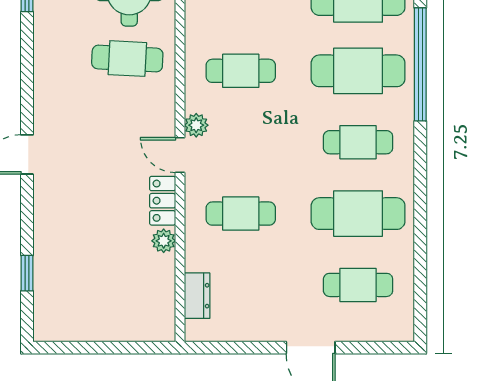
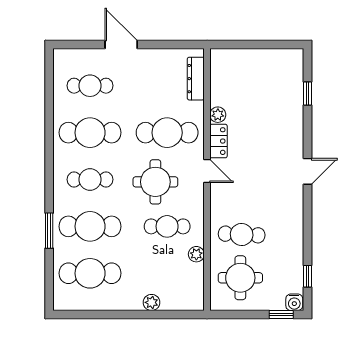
window: (420, 64) -> (49, 231), width x0.47
plant: (196, 125) -> (196, 254), moved
round table: (259, 139) -> (155, 182), added
cafe table: (241, 214) -> (167, 133), width x1.37, depth x1.35
dresser: (197, 296) -> (196, 79), width x1.44

